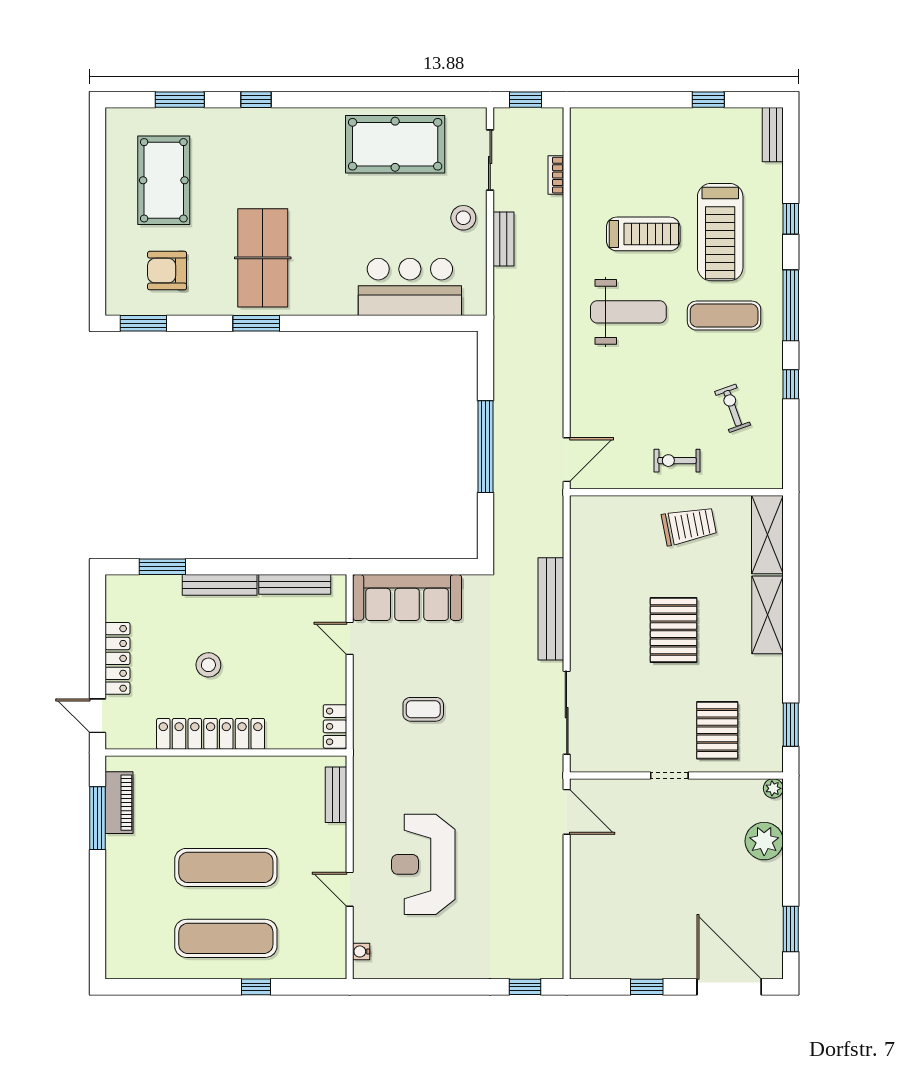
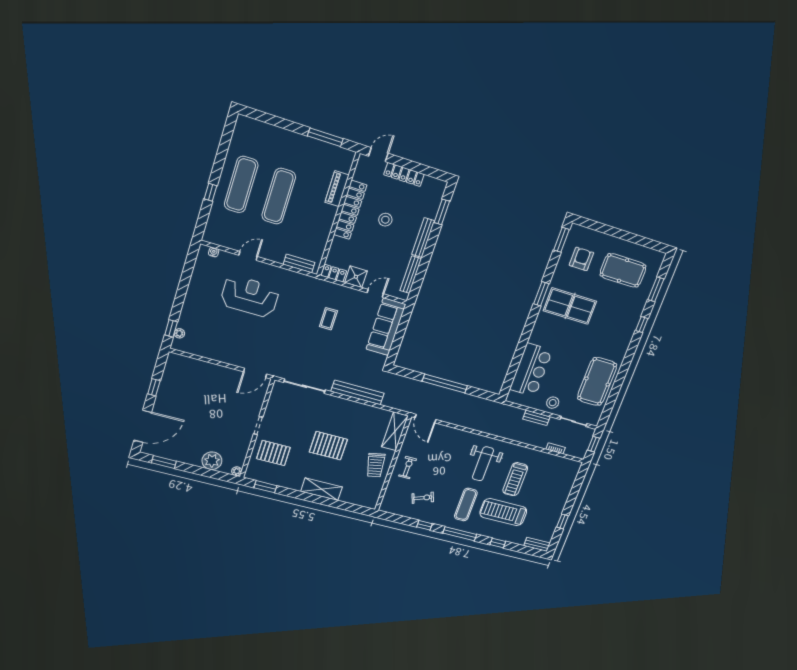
shelving: (767, 535) -> (395, 431), moved, turned 90
shower: (329, 684) -> (356, 277), added
piano: (119, 803) -> (337, 189), moved, turned 90
plant: (530, 970) -> (179, 333), added

